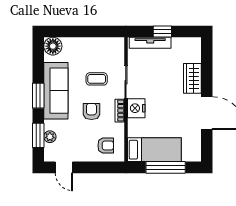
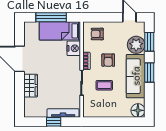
nightstand: (136, 108) -> (74, 48), moved
plant: (50, 137) -> (136, 45), width x1.88, depth x1.88

